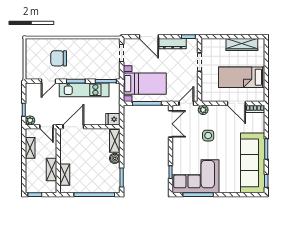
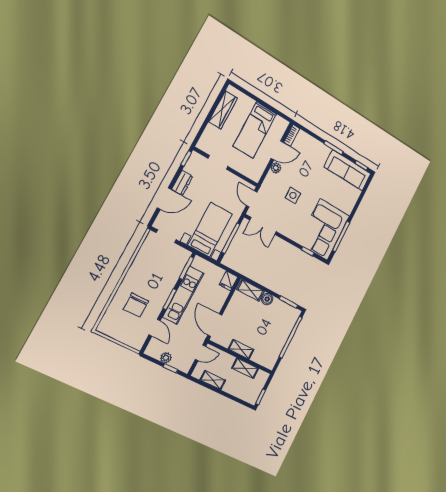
dresser: (173, 44) -> (182, 183), width x0.70
plant: (203, 110) -> (276, 168), moved
plant: (30, 120) -> (166, 358), moved
double door: (171, 124) -> (263, 226), swing flipped
sofa: (253, 163) -> (348, 170), width x0.74, depth x0.79
shelving: (65, 175) -> (241, 349), moved

